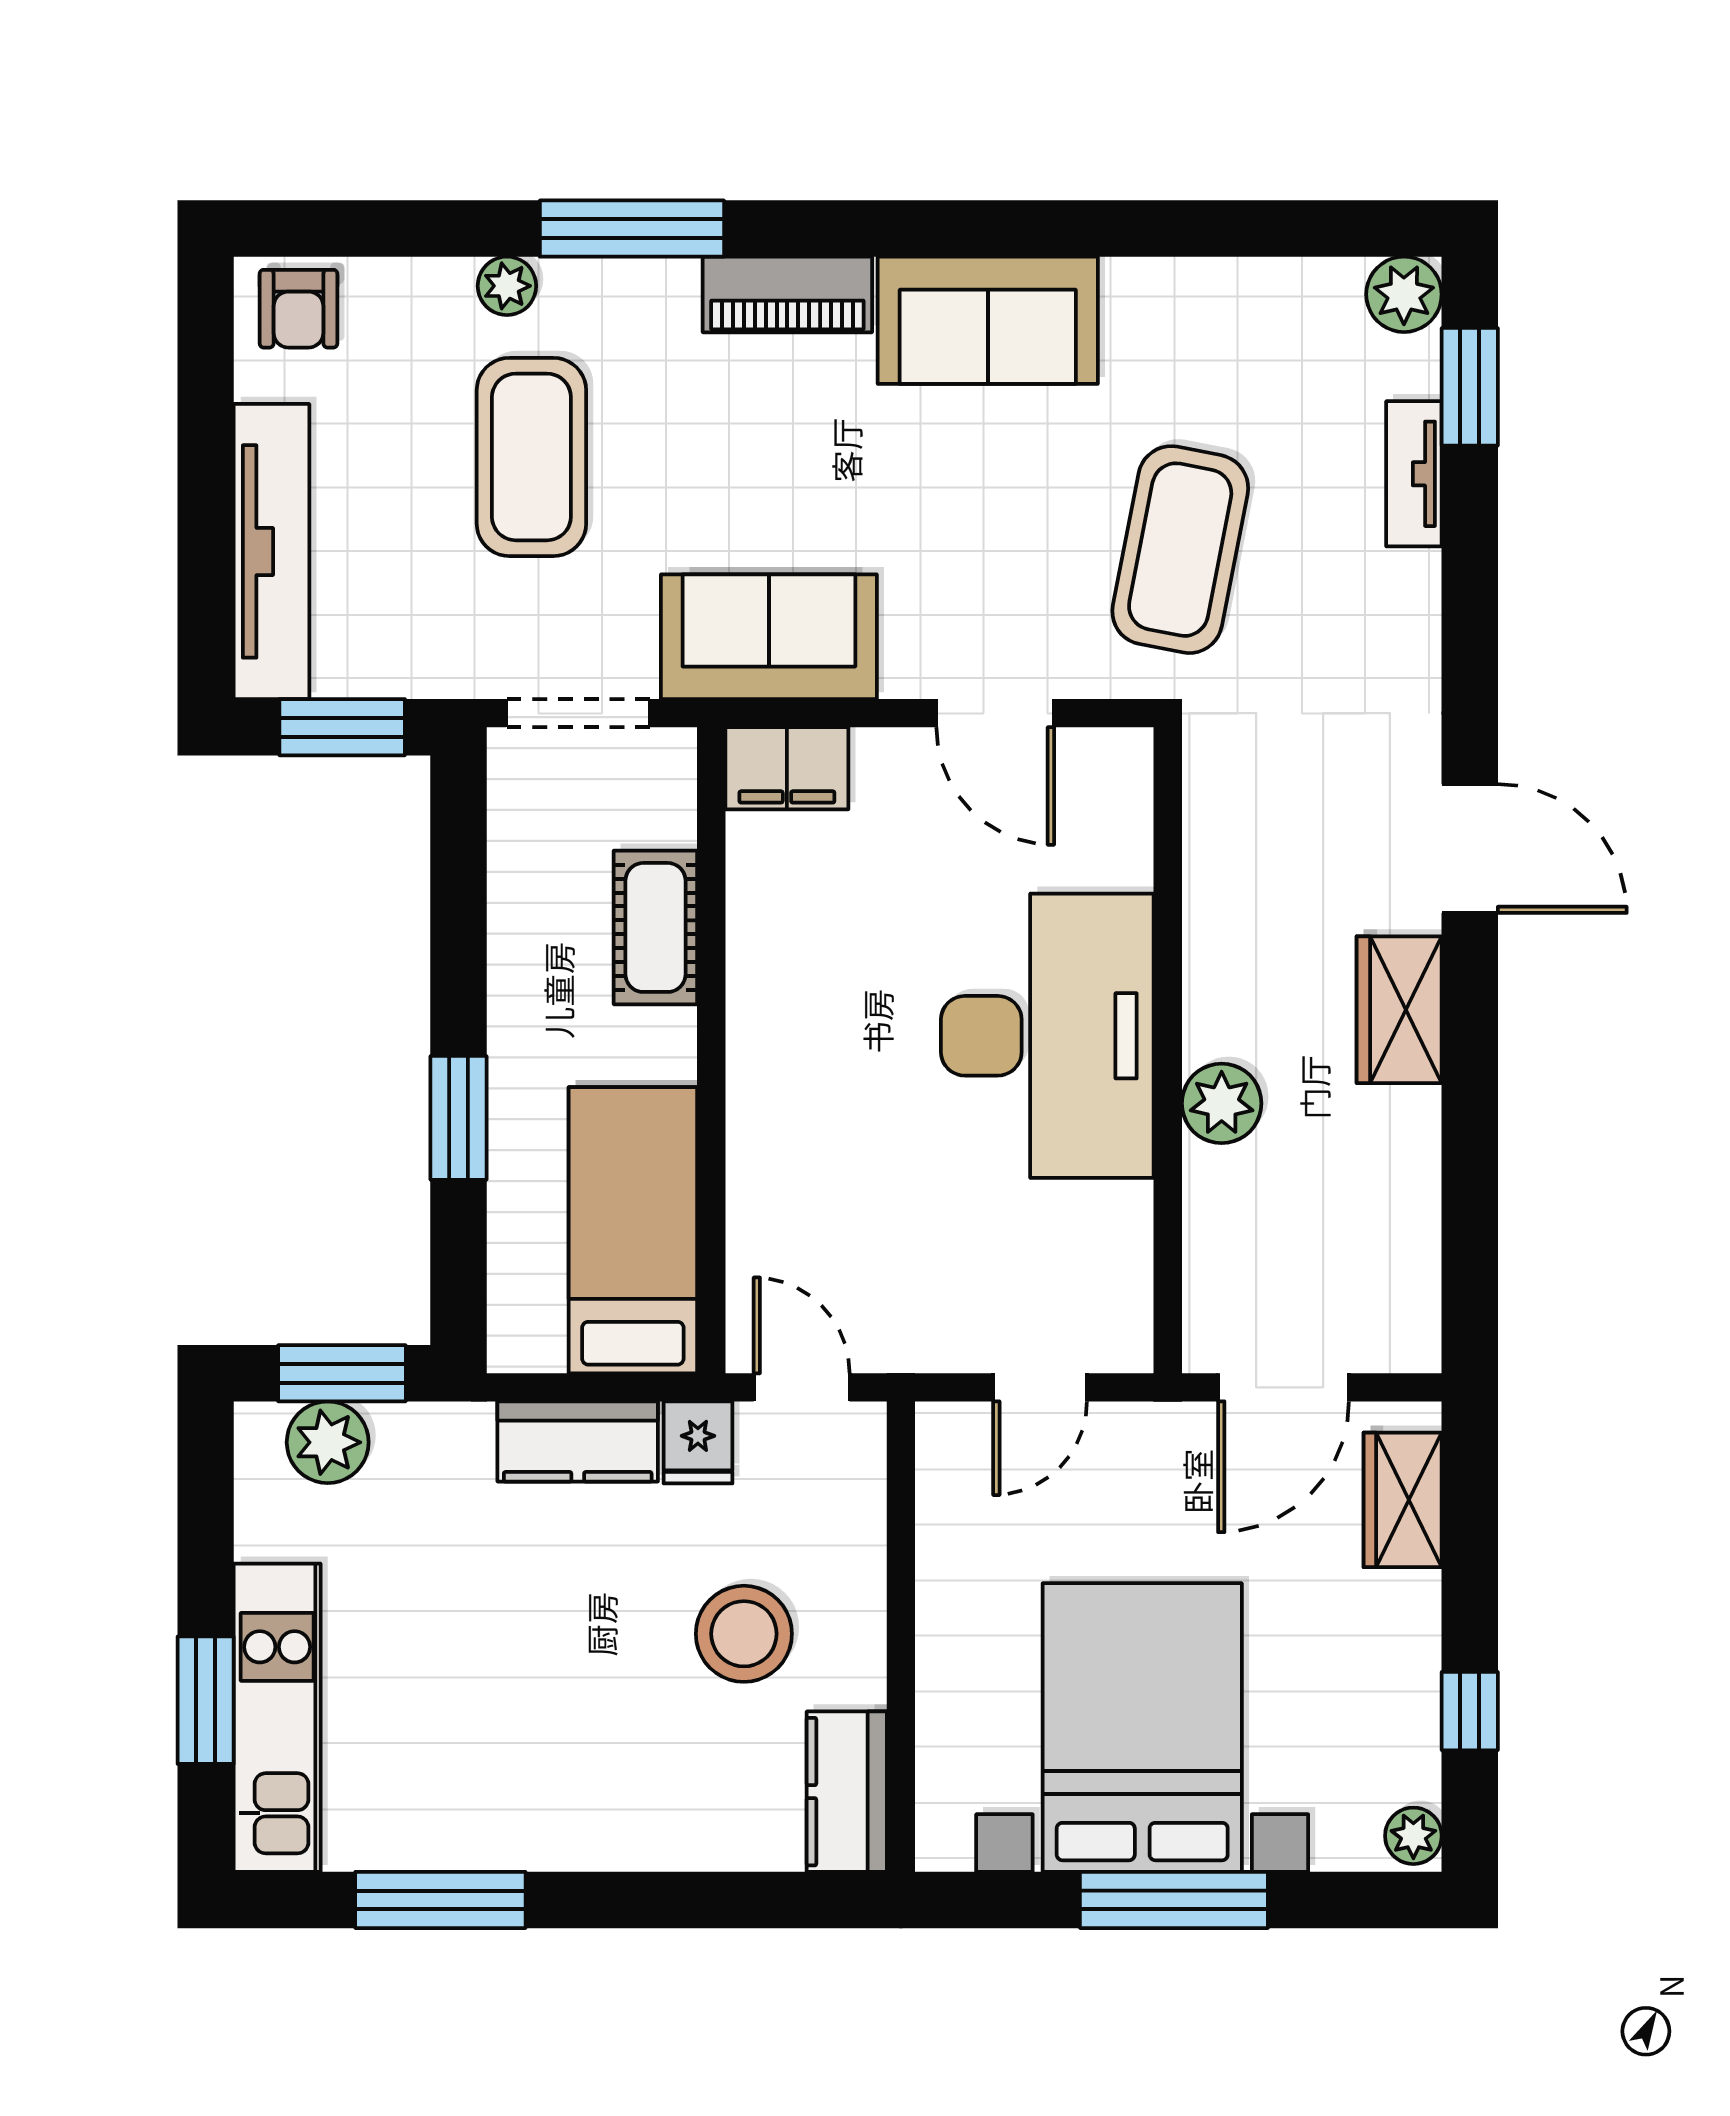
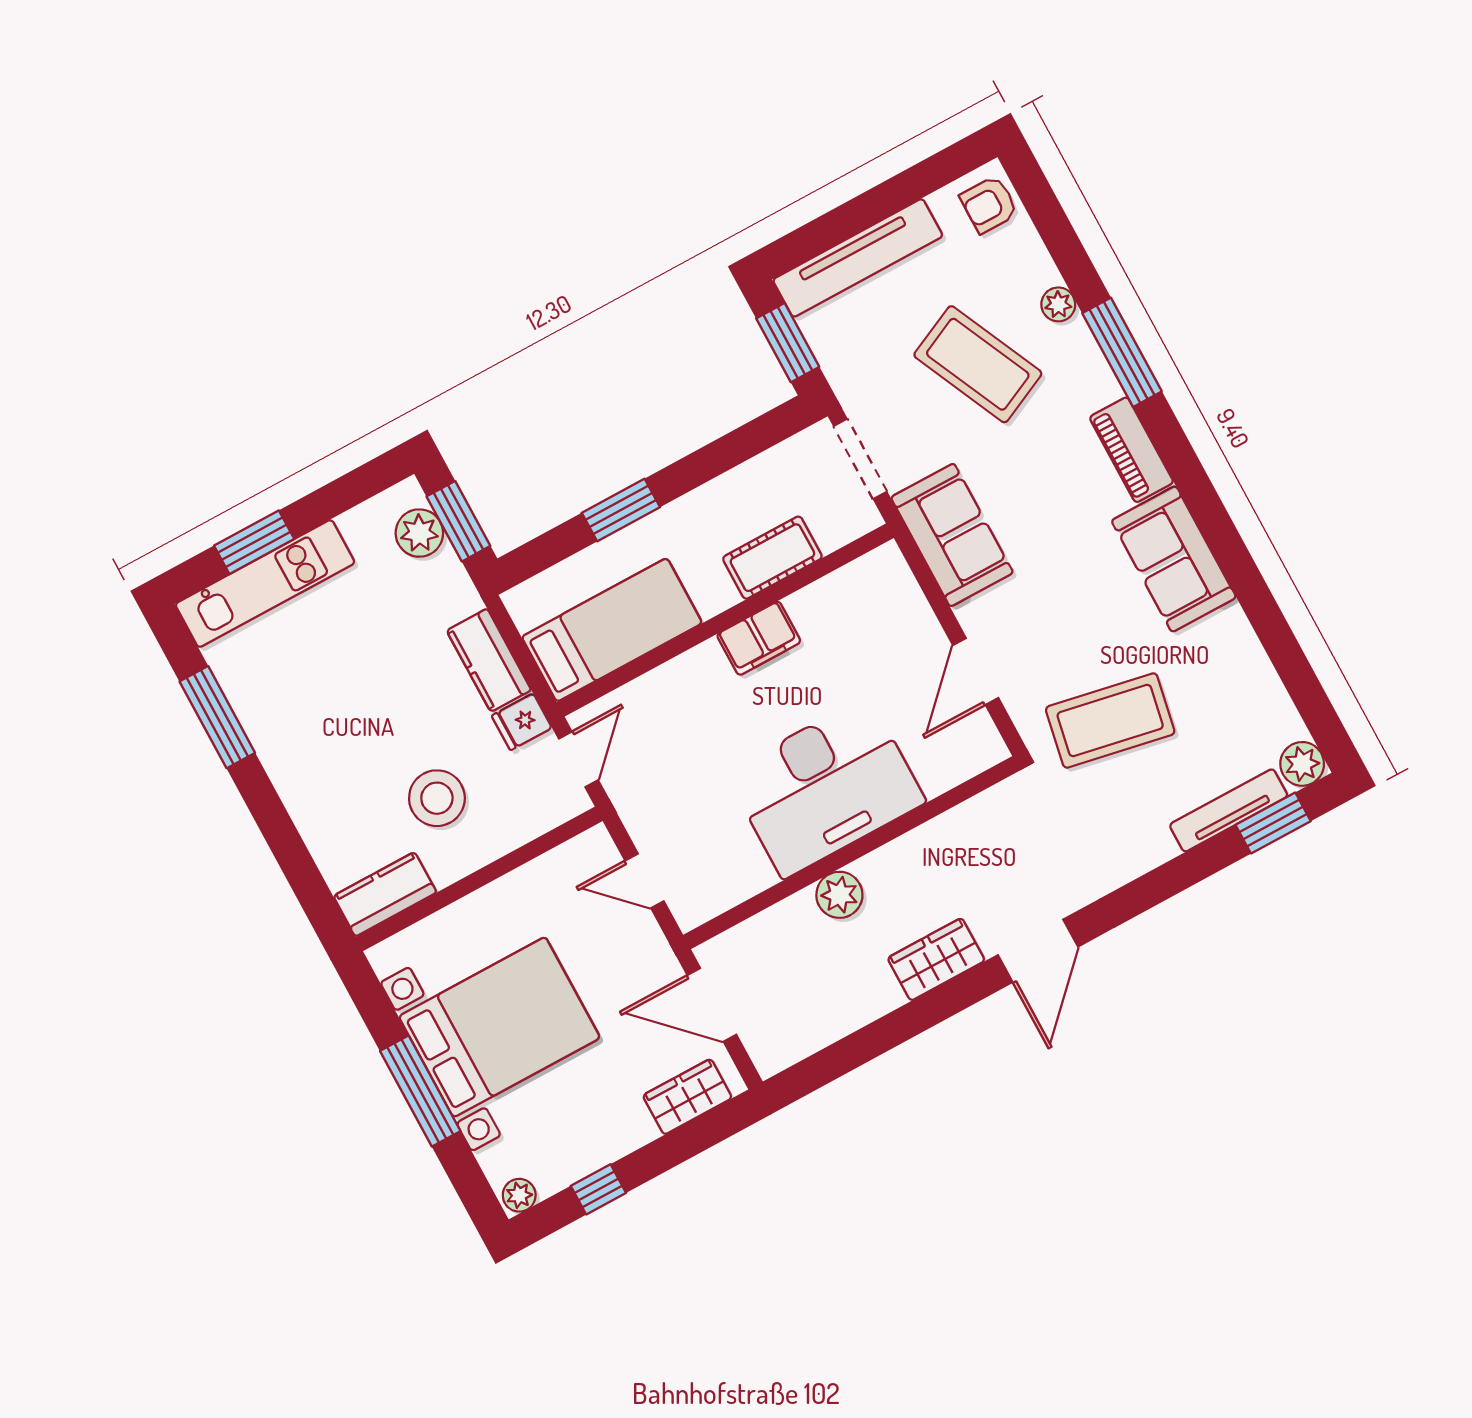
coffee table: (531, 457) -> (978, 364), turned 65
tv unit: (1414, 474) -> (1229, 810), width x1.41
filing cabinet: (787, 768) -> (759, 638), moved, turned -90

